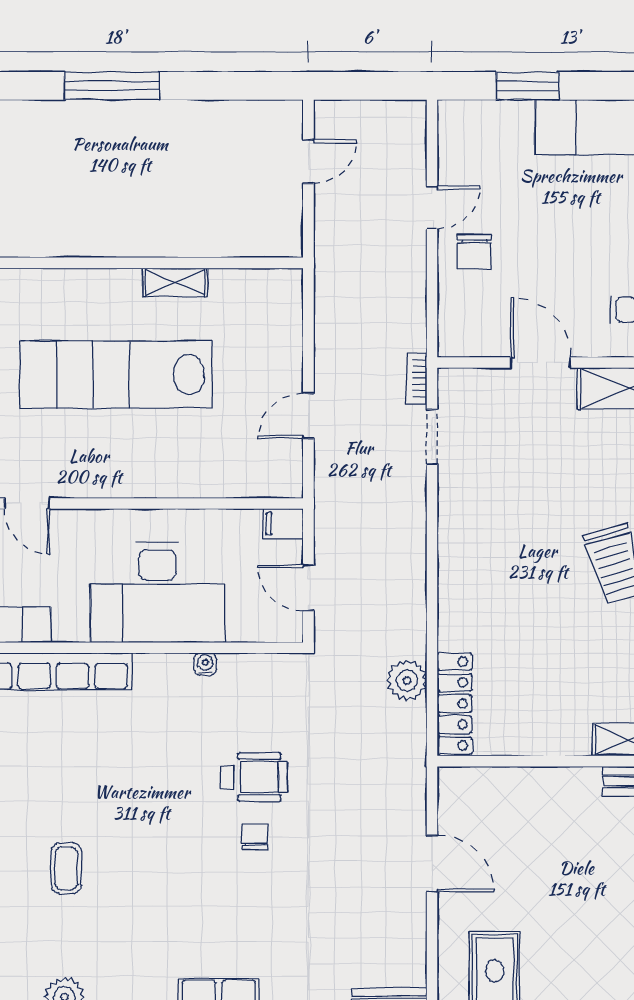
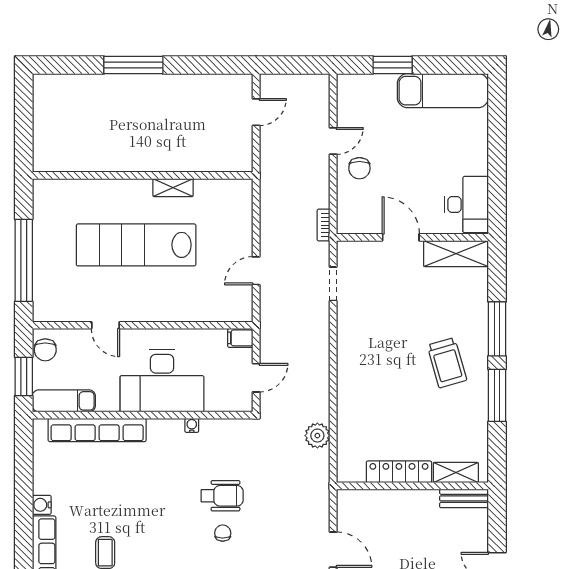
bookcase: (417, 378) -> (324, 225), moved
door: (27, 503) -> (105, 325), moved
door: (308, 588) -> (256, 378), swing flipped
locker: (455, 704) -> (399, 472), moved, turned -90

